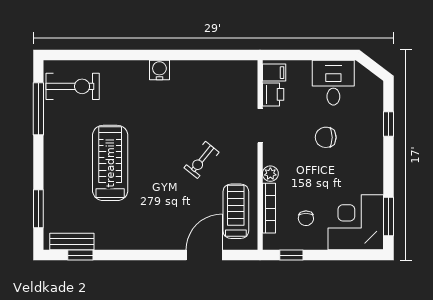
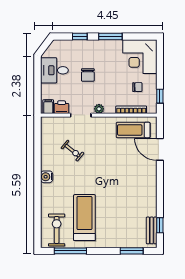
exercise bike: (202, 160) -> (72, 151), moved
treadmill: (110, 163) -> (84, 218), moved, turned 90
plant: (270, 174) -> (99, 109), moved
window: (388, 216) -> (110, 37), moved

